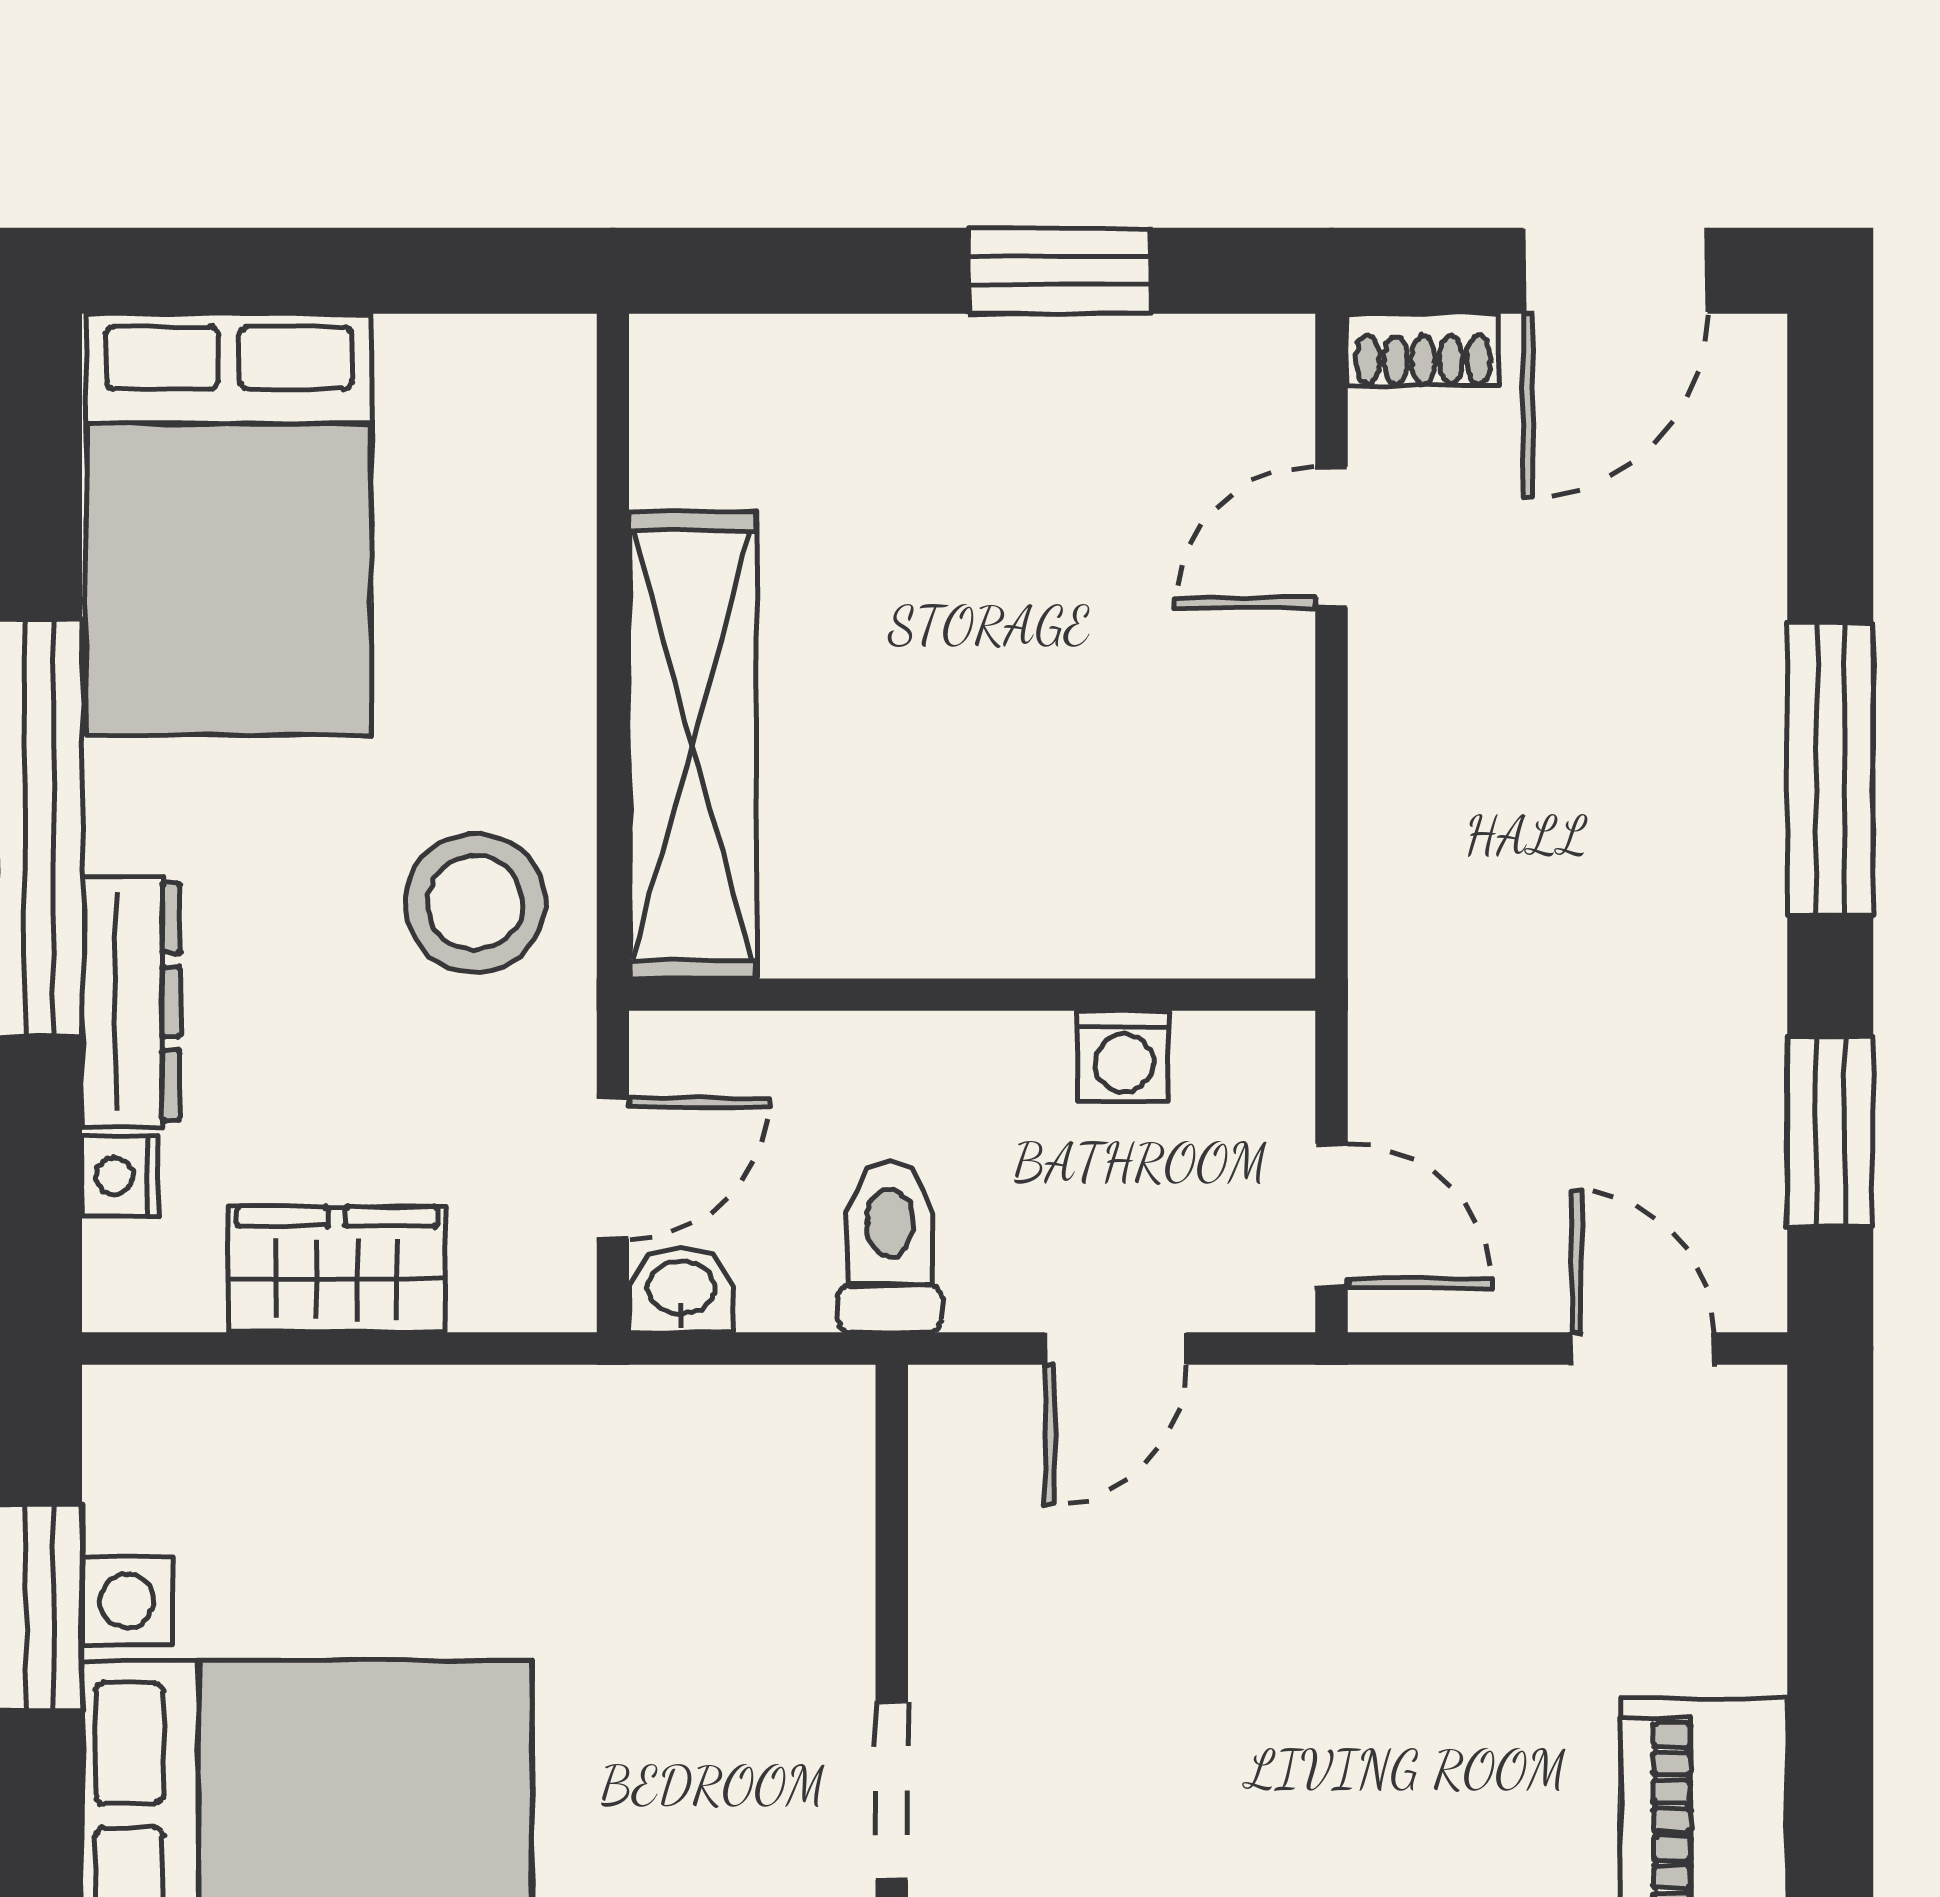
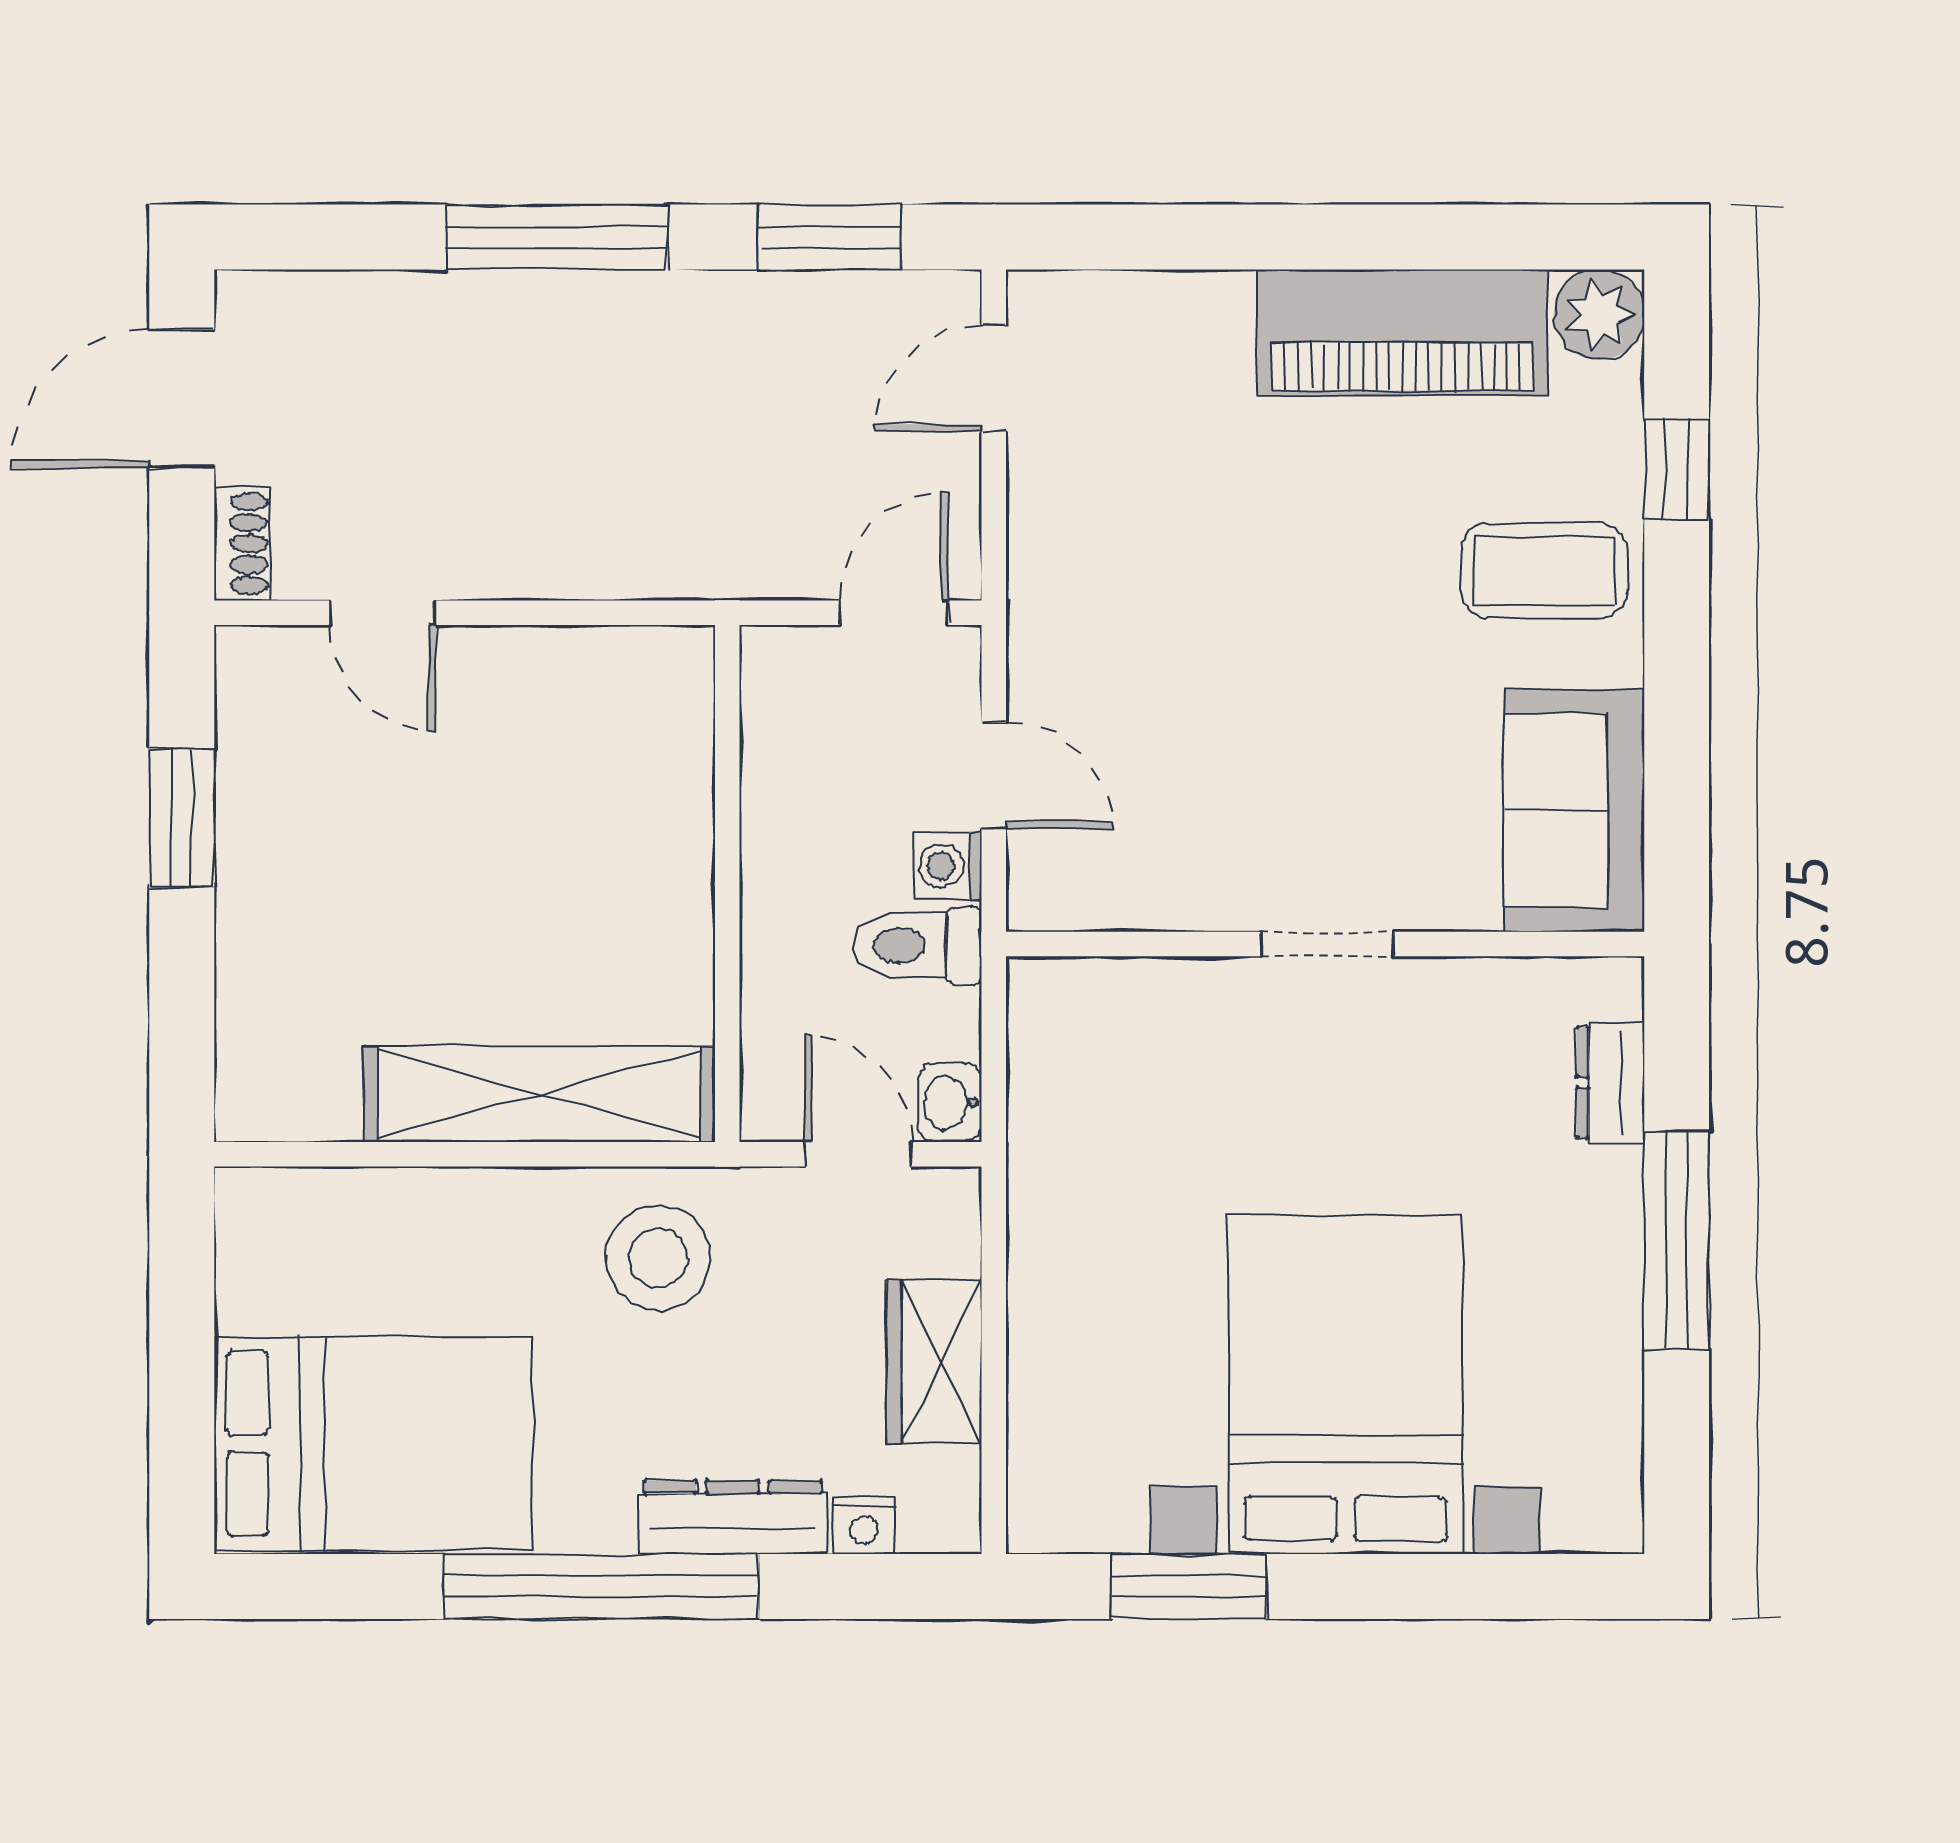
door: (1616, 271) -> (182, 399), swing flipped
washing machine: (1124, 1056) -> (948, 866), moved, turned 180

